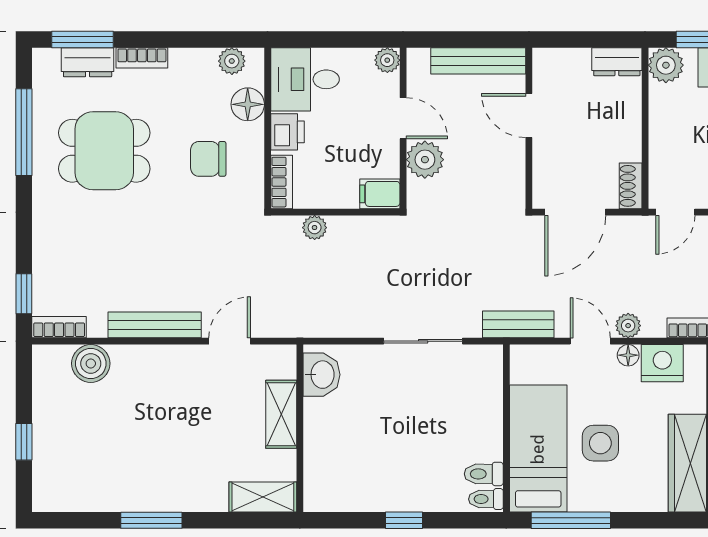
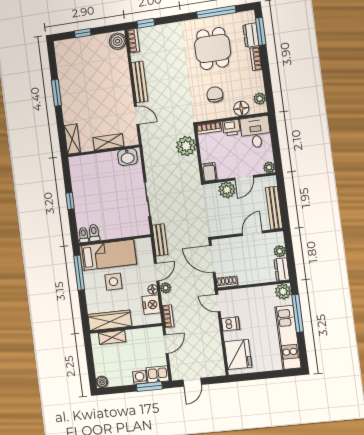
plant: (576, 61) -> (280, 251), added
plant: (315, 228) -> (186, 146), width x1.88, depth x1.88
boiler: (91, 363) -> (118, 41), moved

